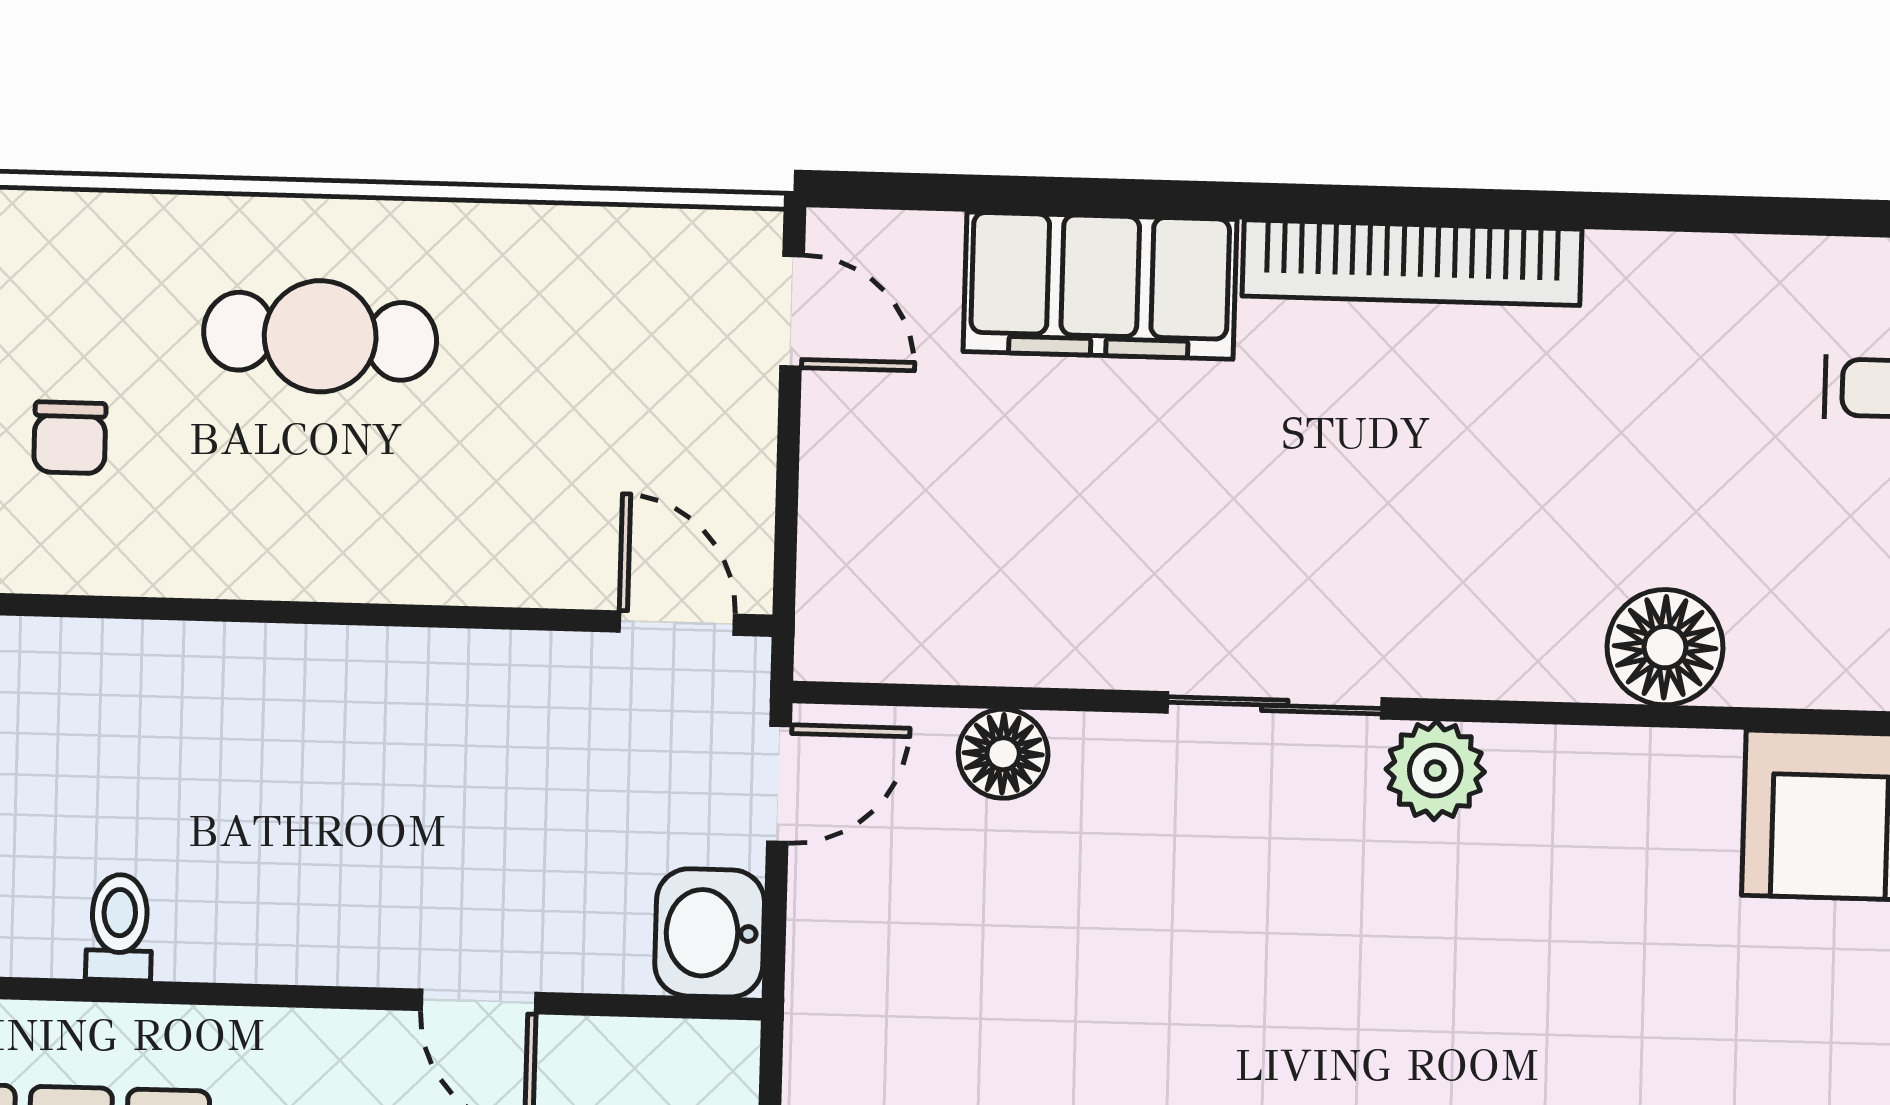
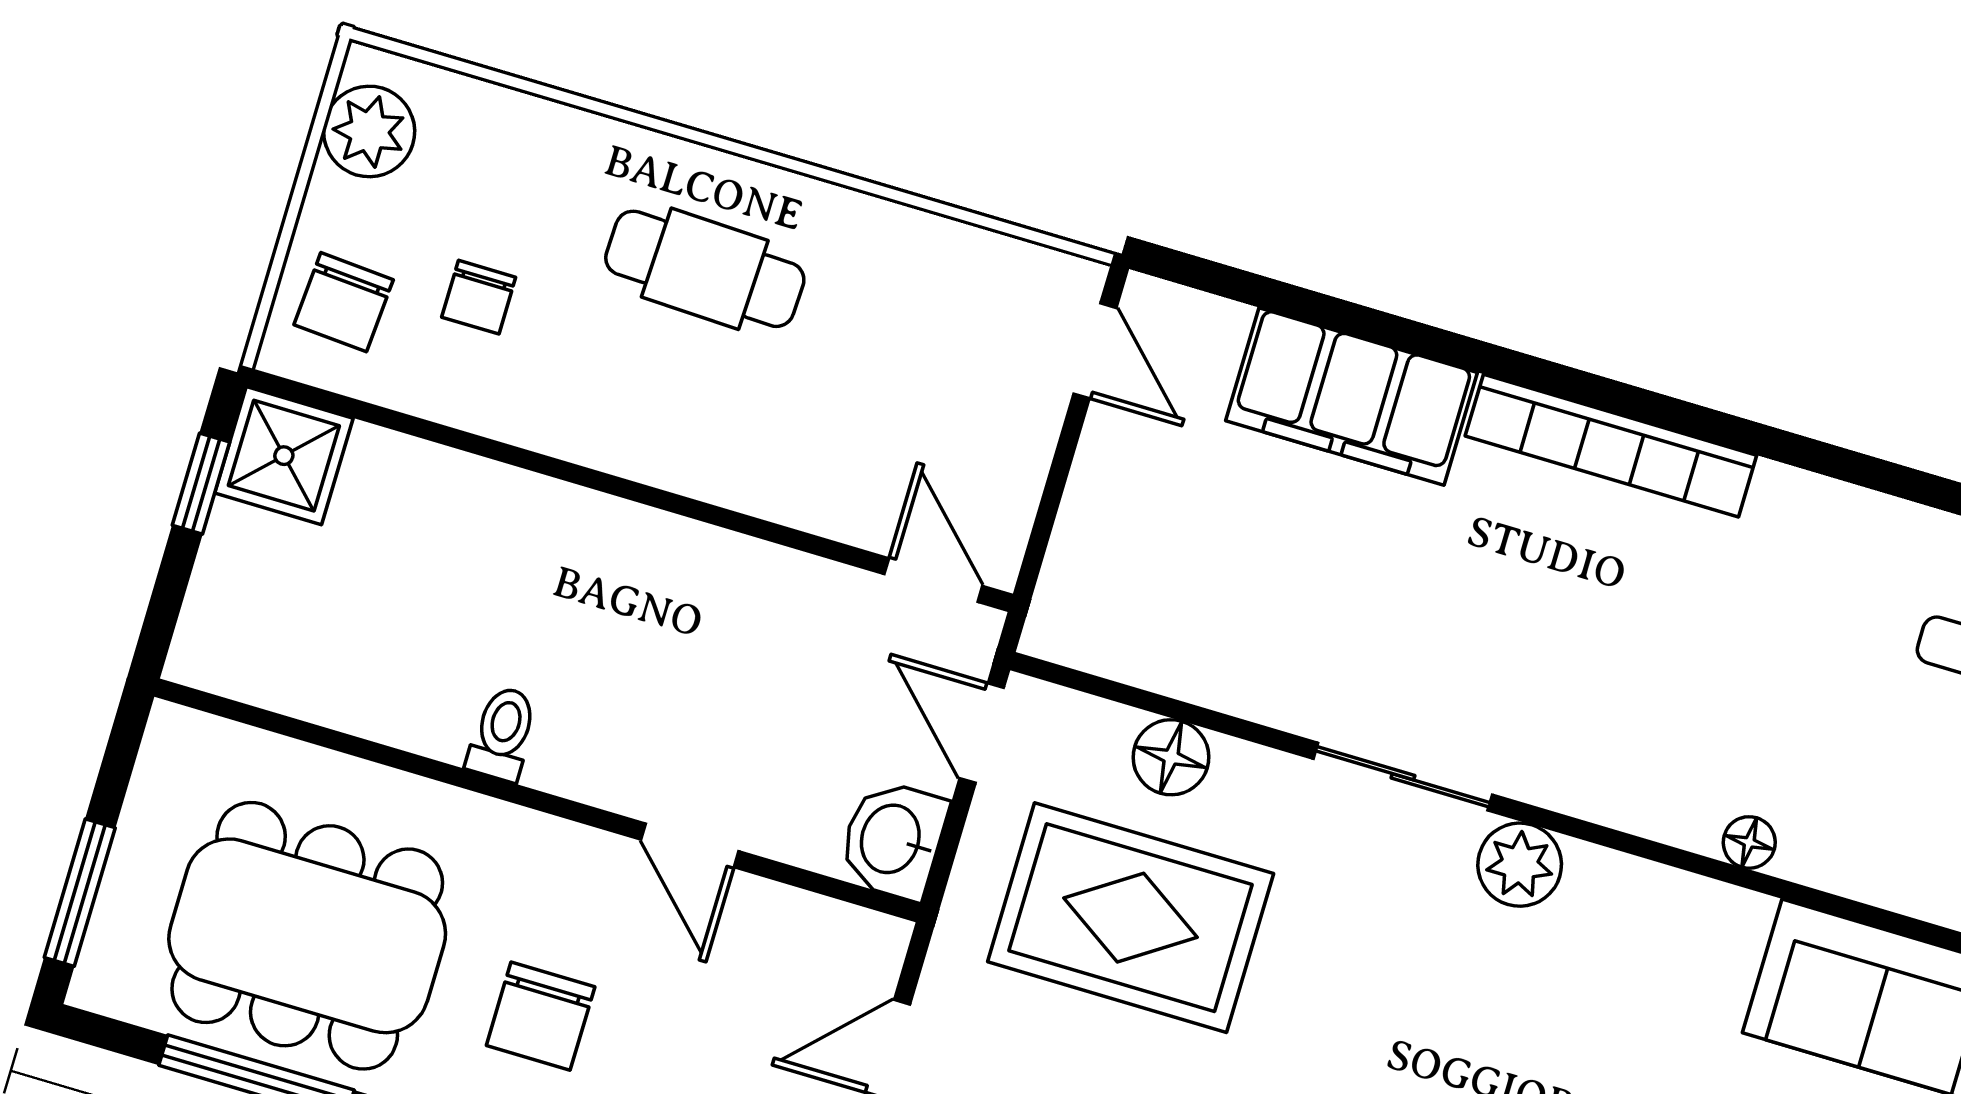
floor lamp: (1665, 647) -> (1749, 842), width x0.53, depth x0.53
door: (779, 784) -> (982, 733), swing flipped
toilet: (119, 927) -> (502, 734), moved
rug: (1006, 950) -> (1131, 918), added

